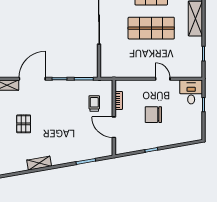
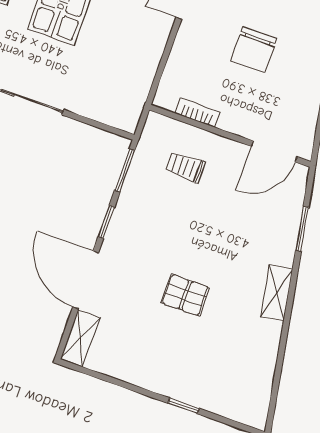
pallet: (24, 124) -> (185, 295), moved
door: (114, 127) -> (274, 152), moved
shelving: (39, 163) -> (277, 293), moved

